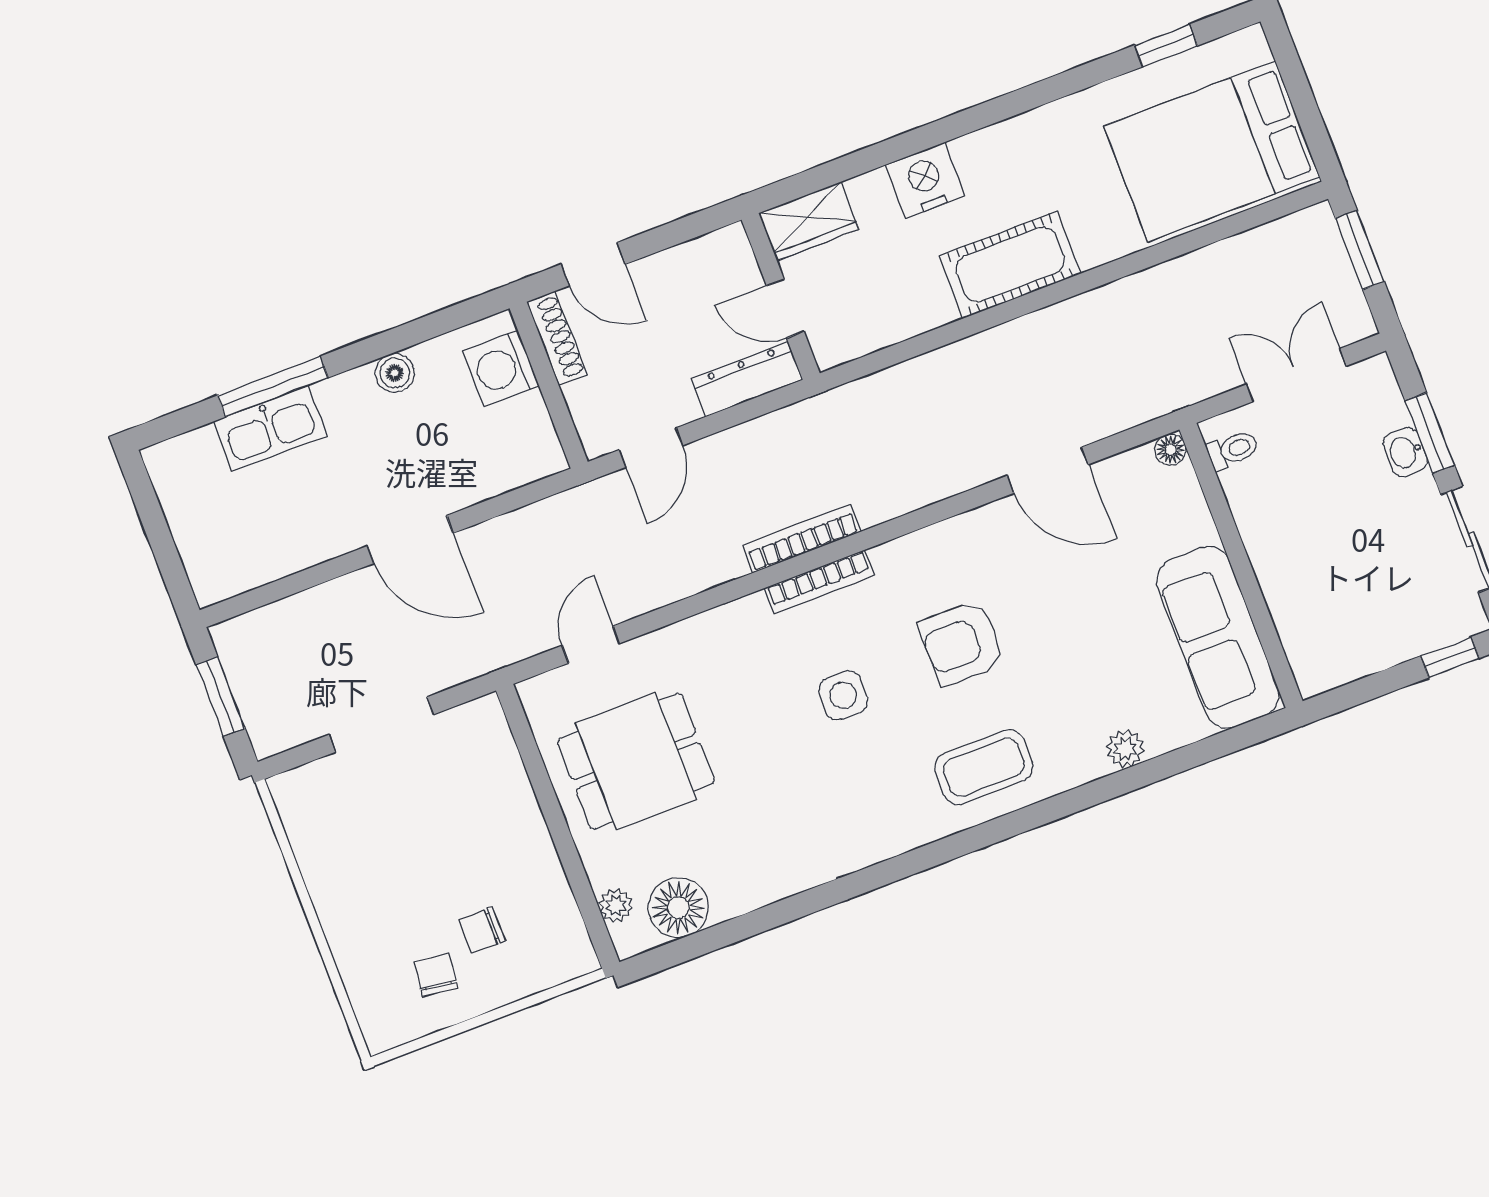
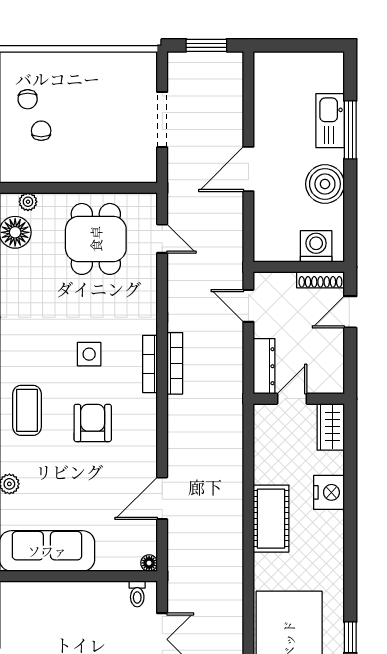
boiler: (395, 373) -> (325, 184), width x1.86, depth x1.86
chair: (436, 975) -> (28, 99), turned 82

